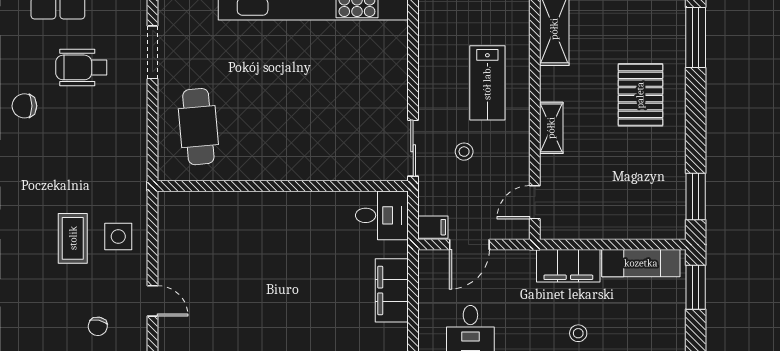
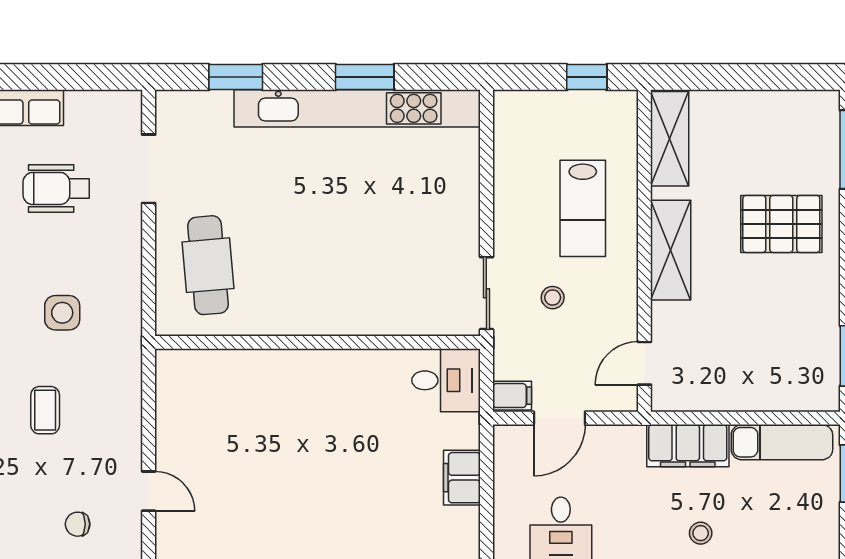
pallet: (640, 95) -> (781, 224), turned 90
shelving: (551, 128) -> (671, 250), width x1.50, depth x1.33
side table: (118, 237) -> (62, 313), moved
coffee table: (73, 238) -> (45, 410), width x0.73, depth x0.77
filing cabinet: (392, 290) -> (462, 478), width x0.67, depth x0.86
chair: (98, 326) -> (78, 524), turned 78

